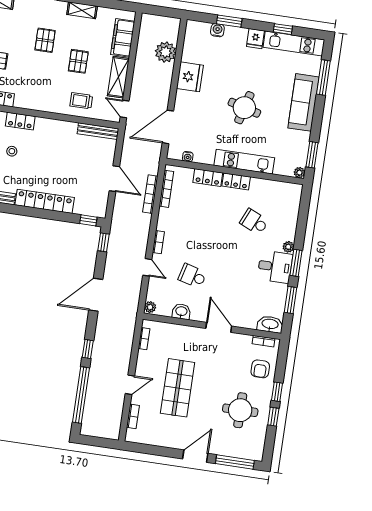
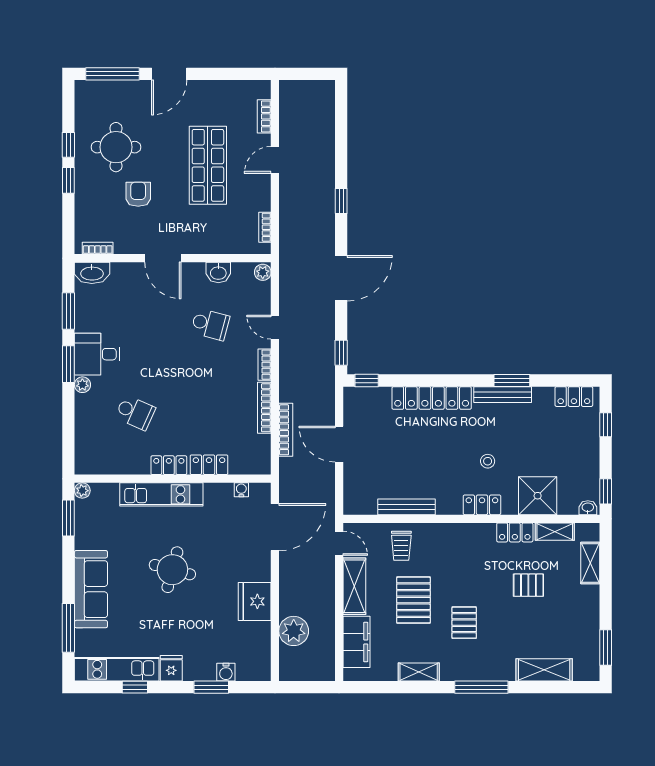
pallet: (78, 61) -> (413, 600), width x1.50, depth x1.42
trolley: (81, 101) -> (401, 546), turned 90
bench: (98, 131) -> (406, 507), moved
bookcase: (166, 189) -> (264, 408), moved
armchair: (260, 369) -> (138, 194), moved
window: (81, 395) -> (341, 136), removed

